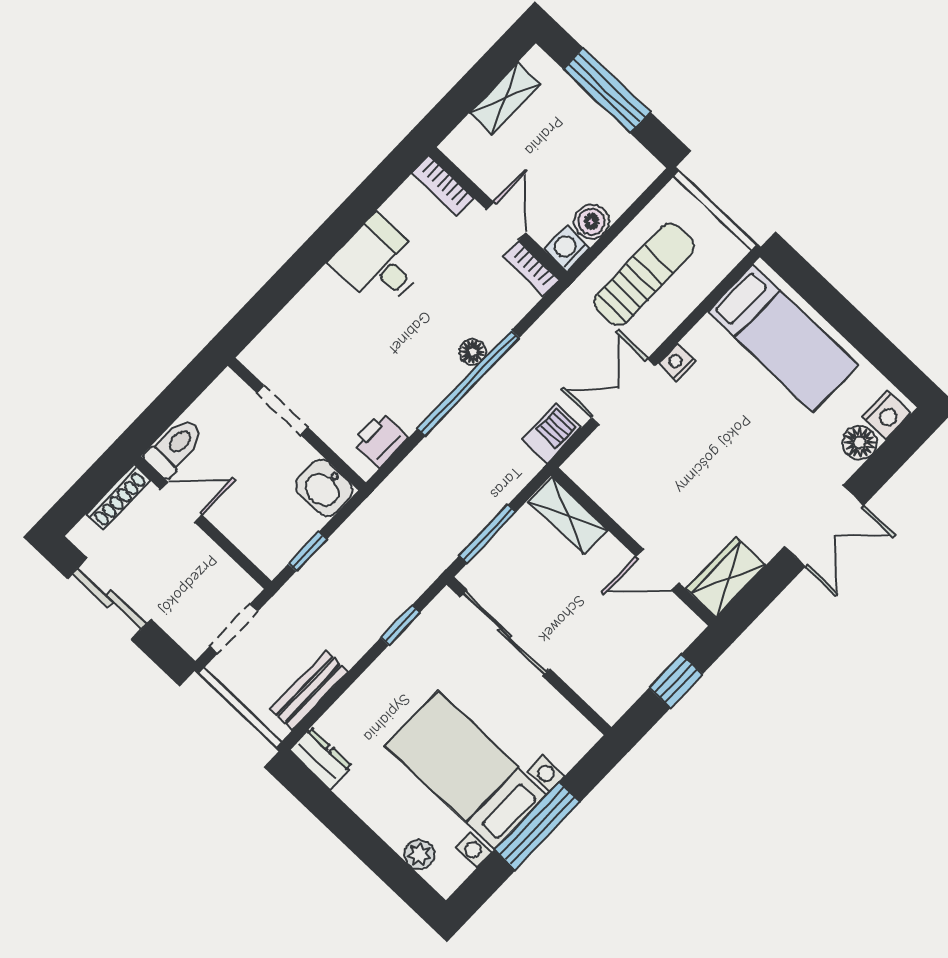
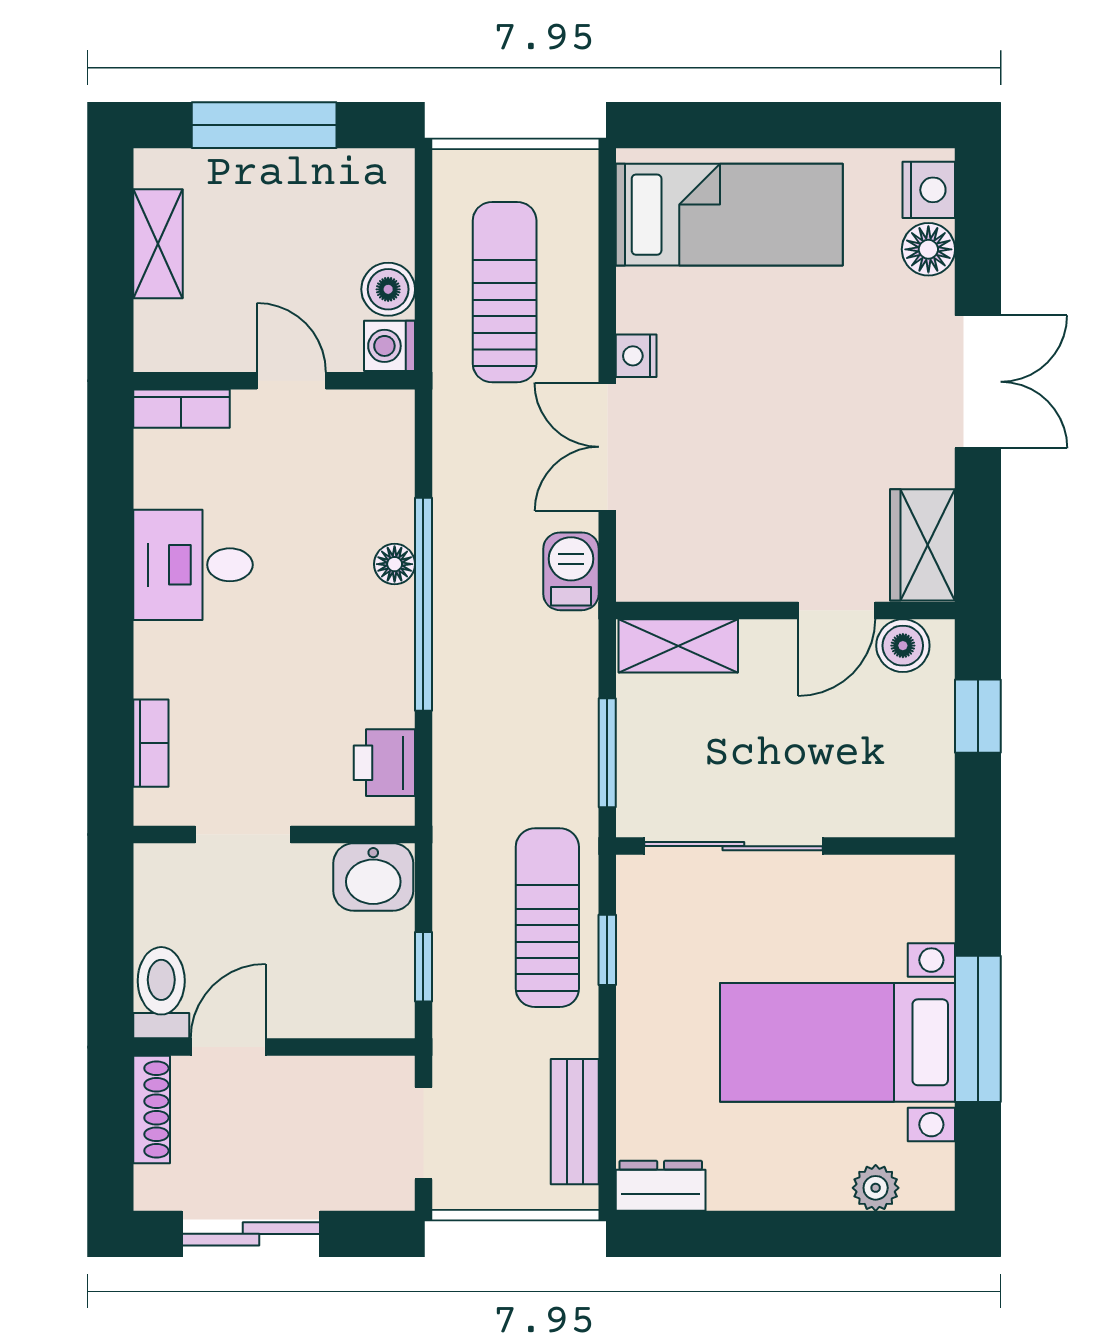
bookcase: (531, 269) -> (151, 743), moved, turned -90
sun lounger: (387, 584) -> (547, 918), added
boiler: (672, 615) -> (903, 646), added

